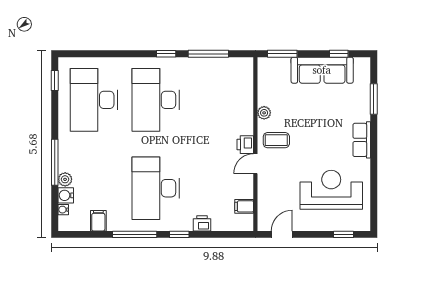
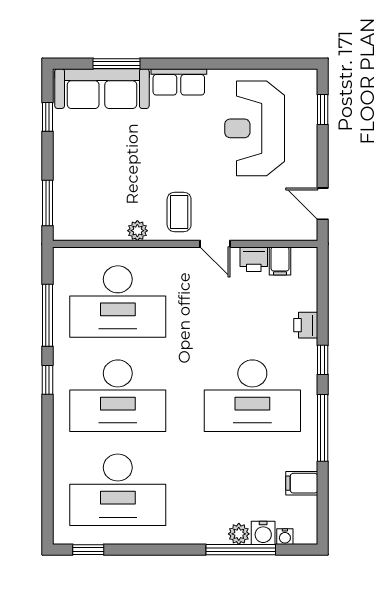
sofa: (322, 70) -> (102, 89), moved, turned 90
desk: (218, 100) -> (118, 302), added
printer: (245, 145) -> (254, 259), moved
window: (55, 162) -> (241, 550), moved

